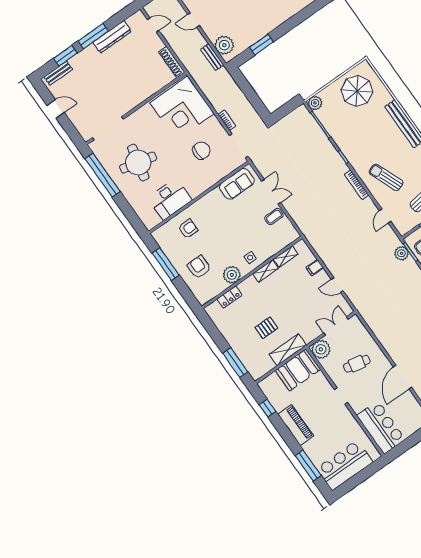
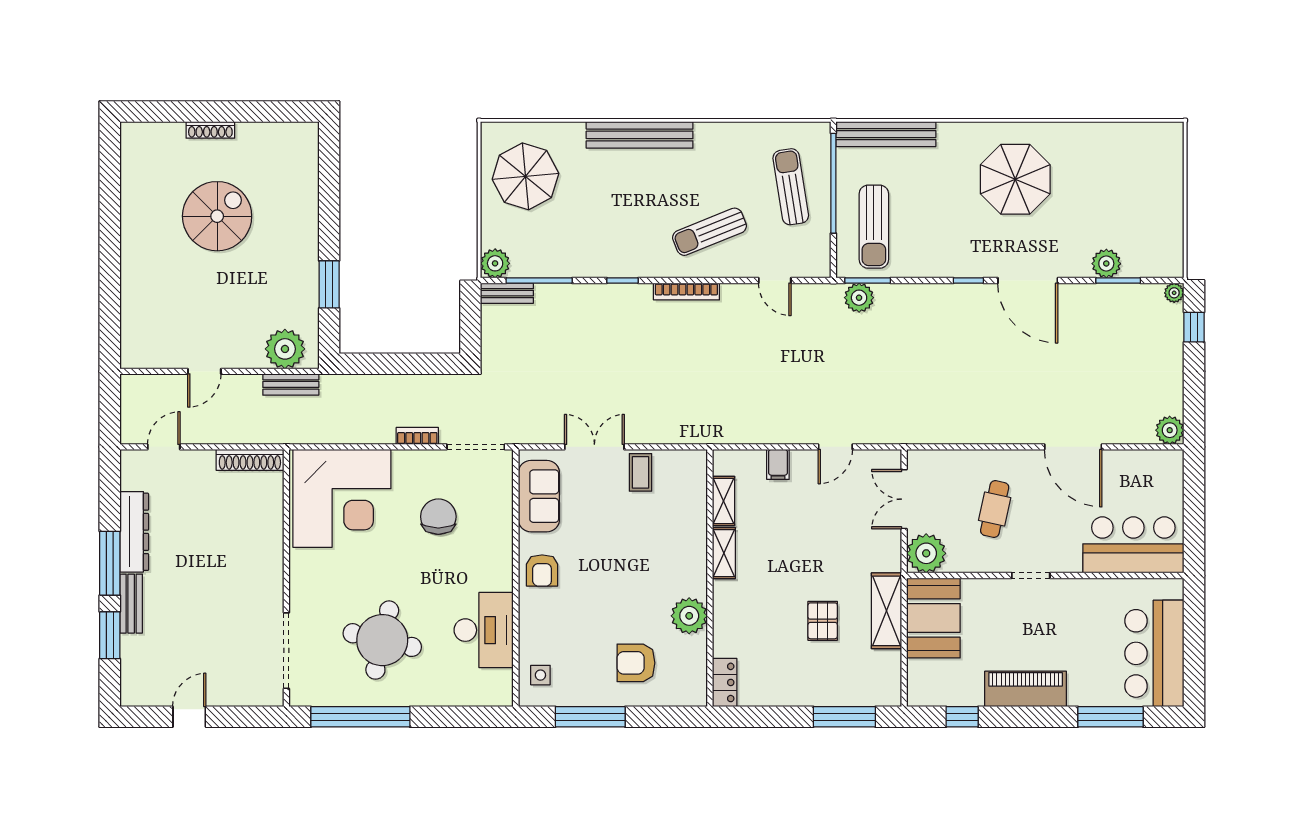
bench: (58, 73) -> (131, 604), moved
bench: (307, 116) -> (507, 293), added
armchair: (188, 229) -> (542, 570), moved, turned 180
side table: (250, 258) -> (540, 675), moved
locker: (229, 297) -> (725, 682), moved

